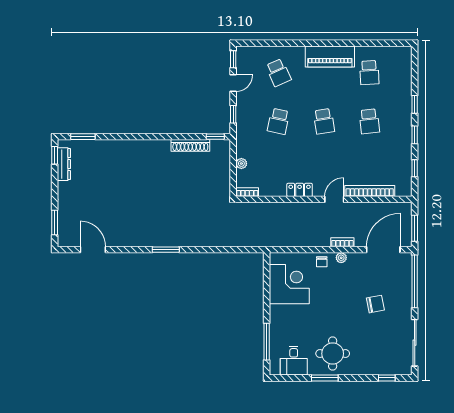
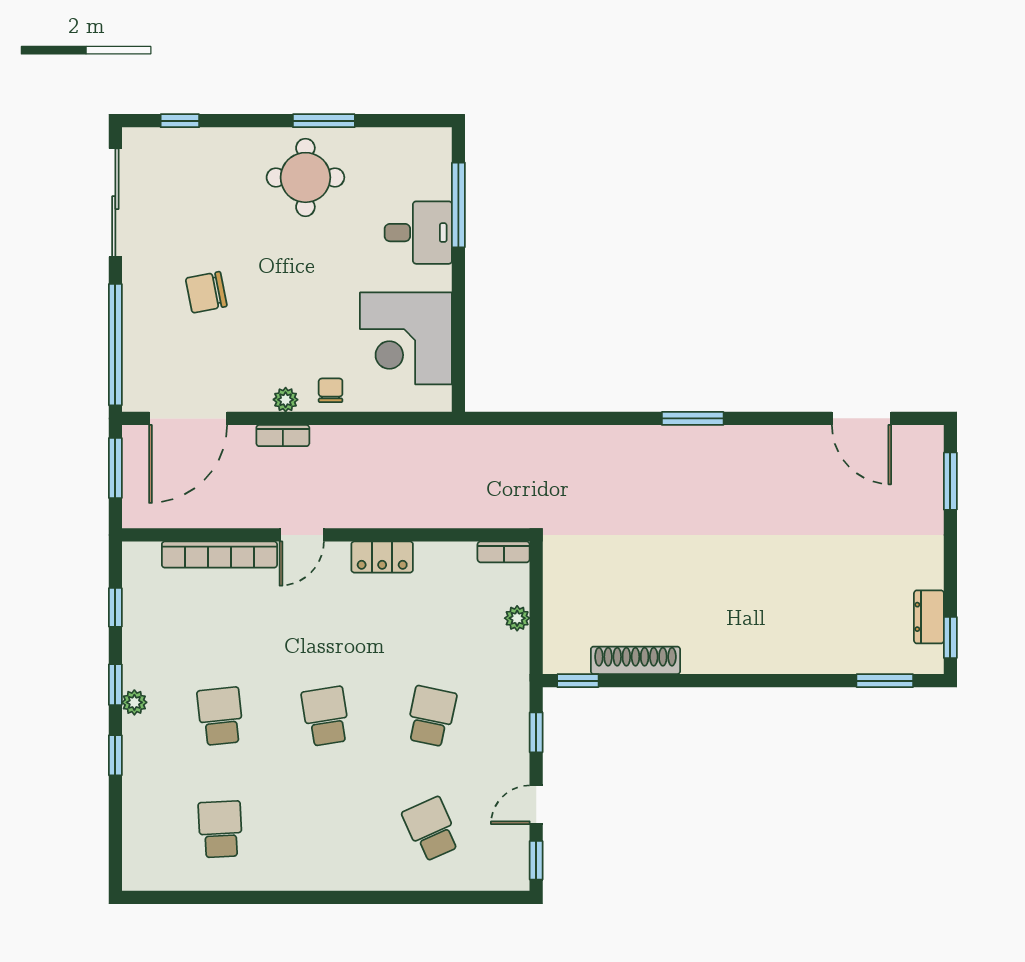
piano: (330, 57) -> (312, 866), removed
plant: (406, 127) -> (134, 702), added
dresser: (64, 164) -> (929, 617), width x0.70
desk: (294, 361) -> (418, 233), moved, turned 90

